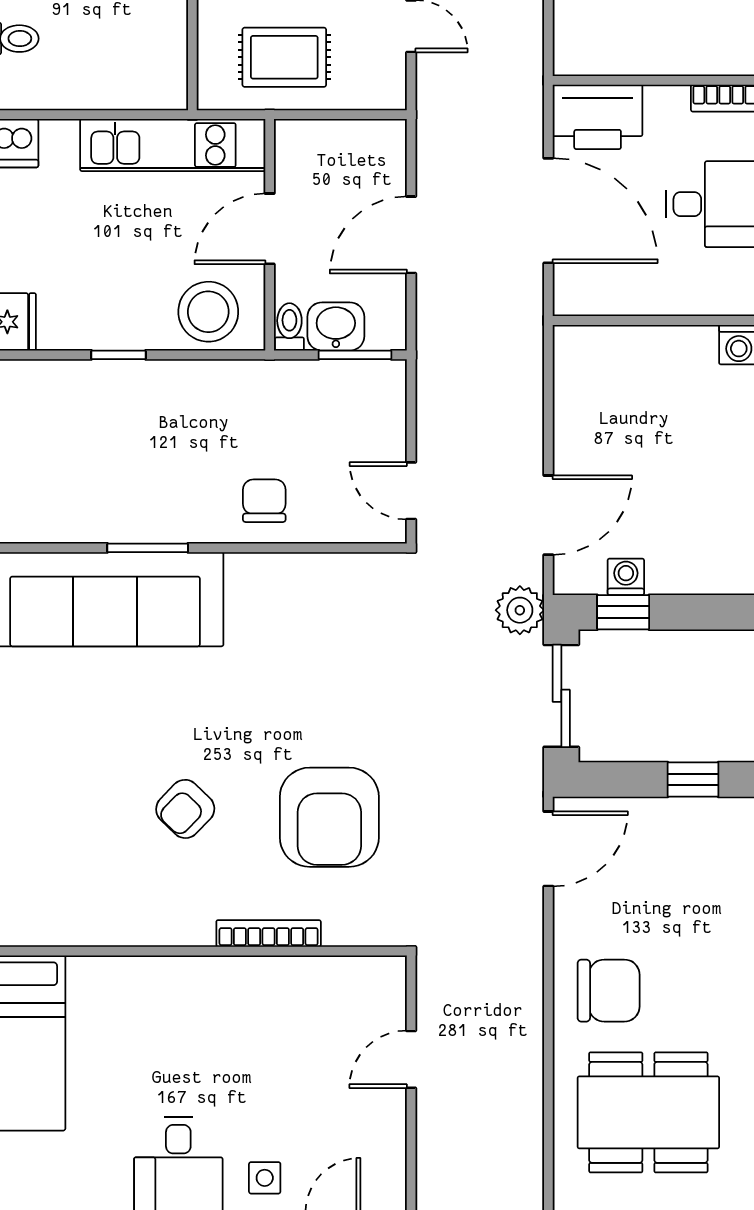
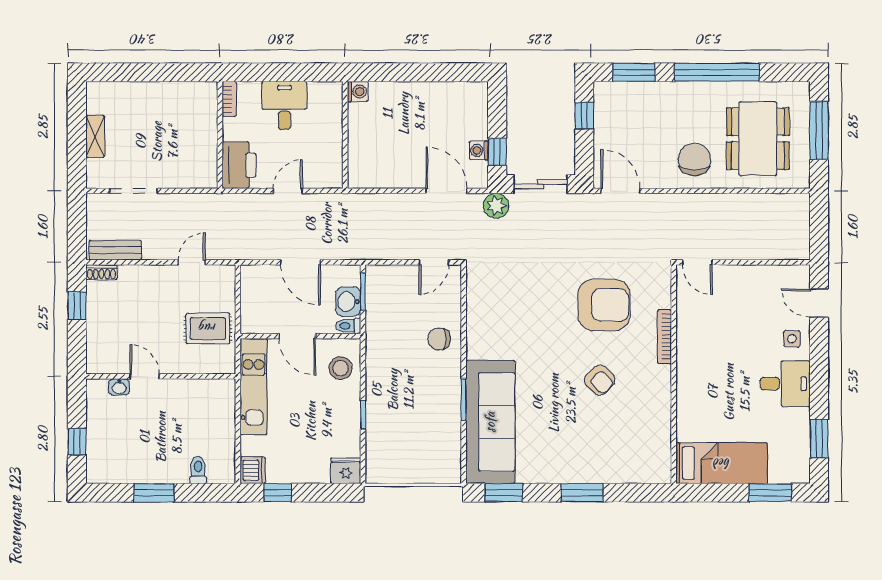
rug: (284, 57) -> (208, 328), turned 90
door: (548, 211) -> (288, 191), width x0.53
stool: (208, 312) -> (340, 368), width x0.73, depth x0.73
door: (411, 1059) -> (697, 262), moved

